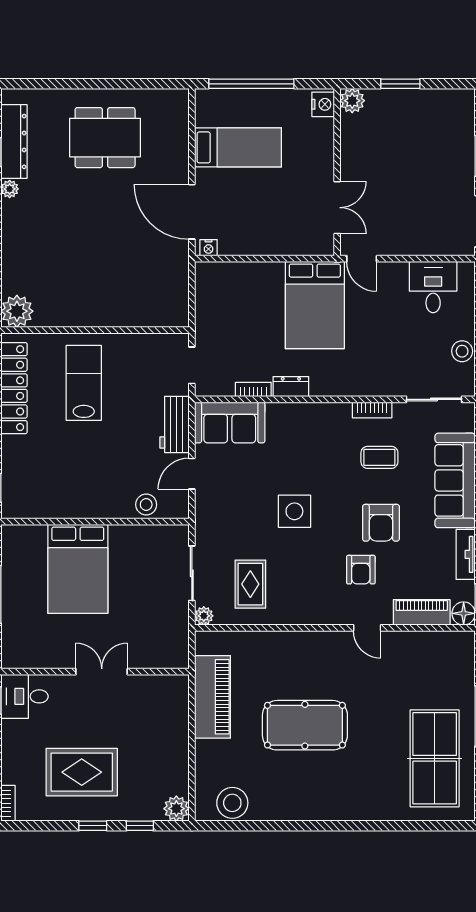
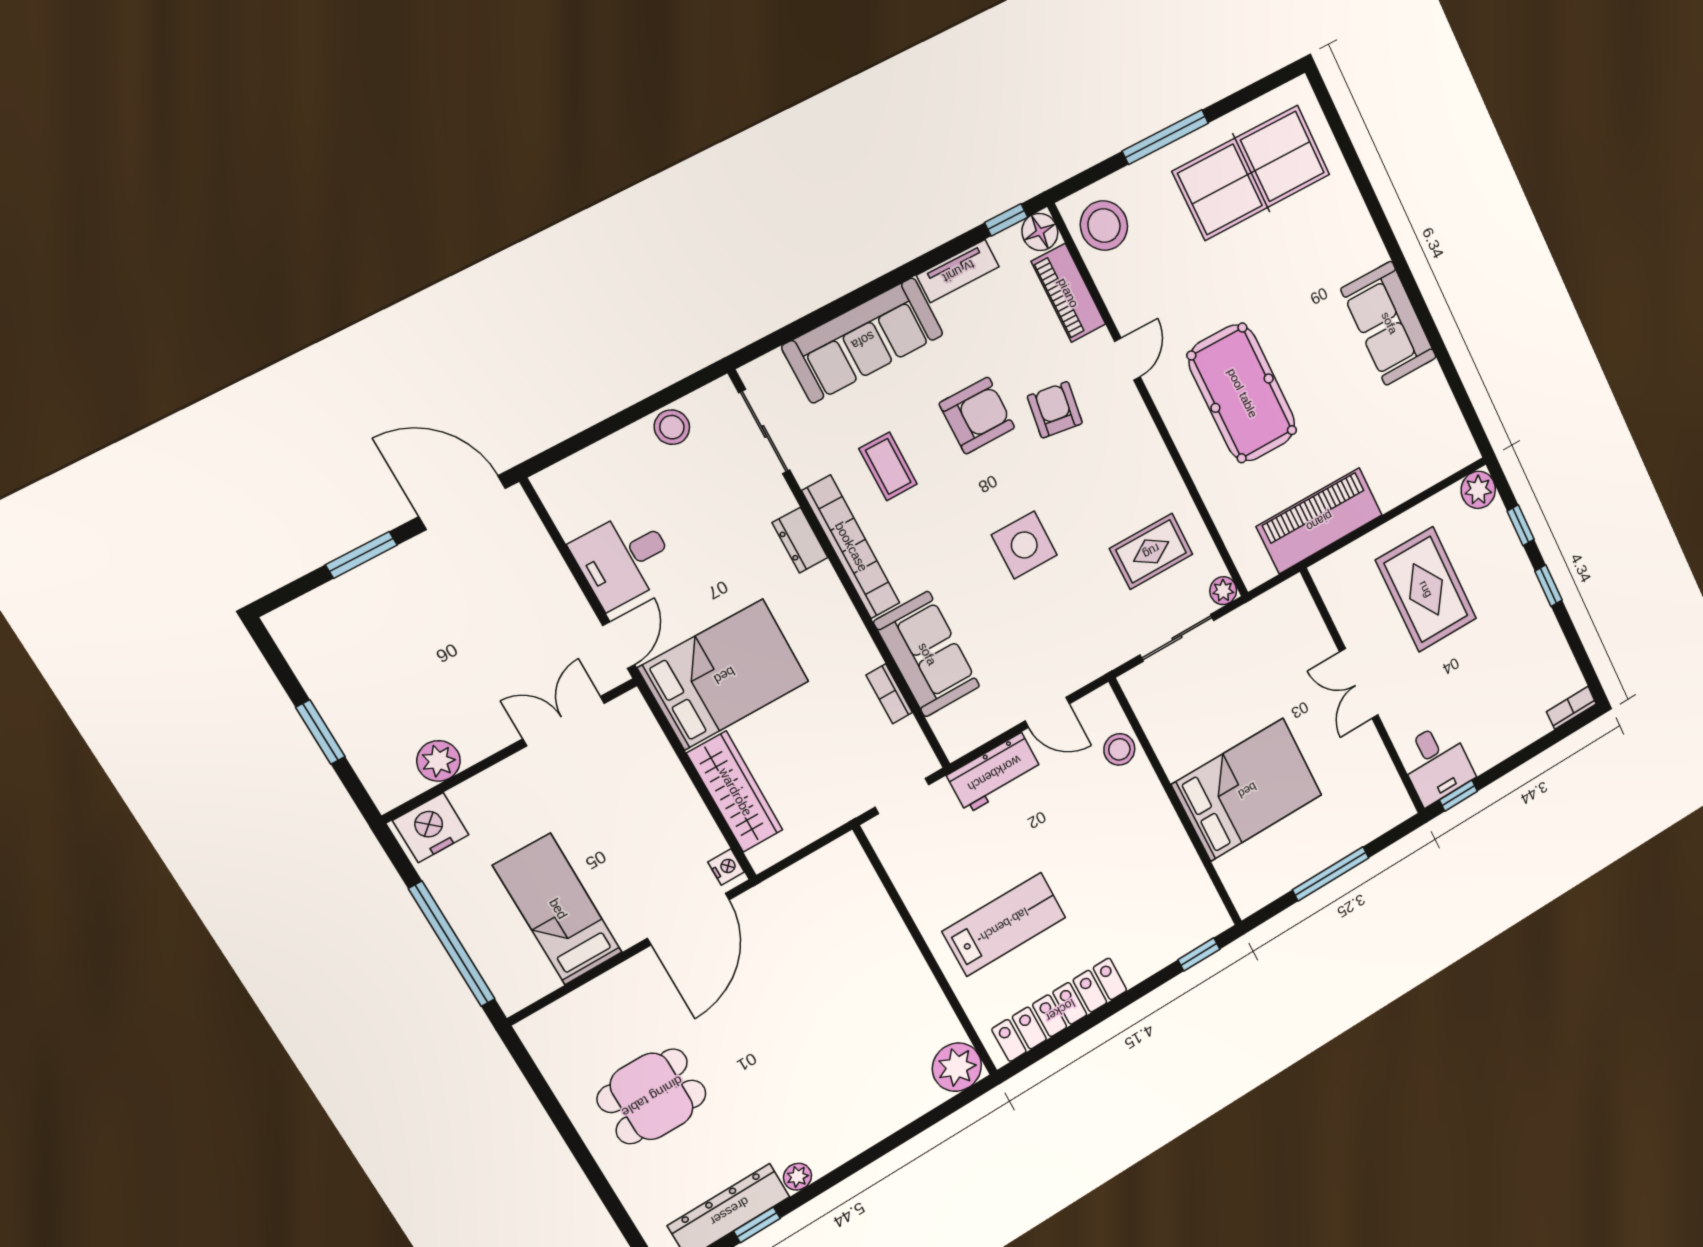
plant: (352, 101) -> (438, 761), moved
nightstand: (323, 104) -> (431, 828), width x1.36, depth x1.33
dining table: (105, 138) -> (652, 1096), width x0.73
wardrobe: (247, 275) -> (735, 792), added
desk: (433, 287) -> (624, 559), moved
lab bench: (84, 383) -> (1004, 924), turned 180
dresser: (291, 387) -> (800, 540), moved
bookcase: (372, 410) -> (851, 547), width x2.31, depth x1.31
sofa: (230, 422) -> (927, 654), moved
armchair: (361, 570) -> (1055, 410), turned -82
pool table: (305, 725) -> (1242, 393), moved
rug: (82, 772) -> (1426, 589), moved
sofa: (306, 800) -> (1389, 323), added
stool: (232, 803) -> (1104, 226), moved

